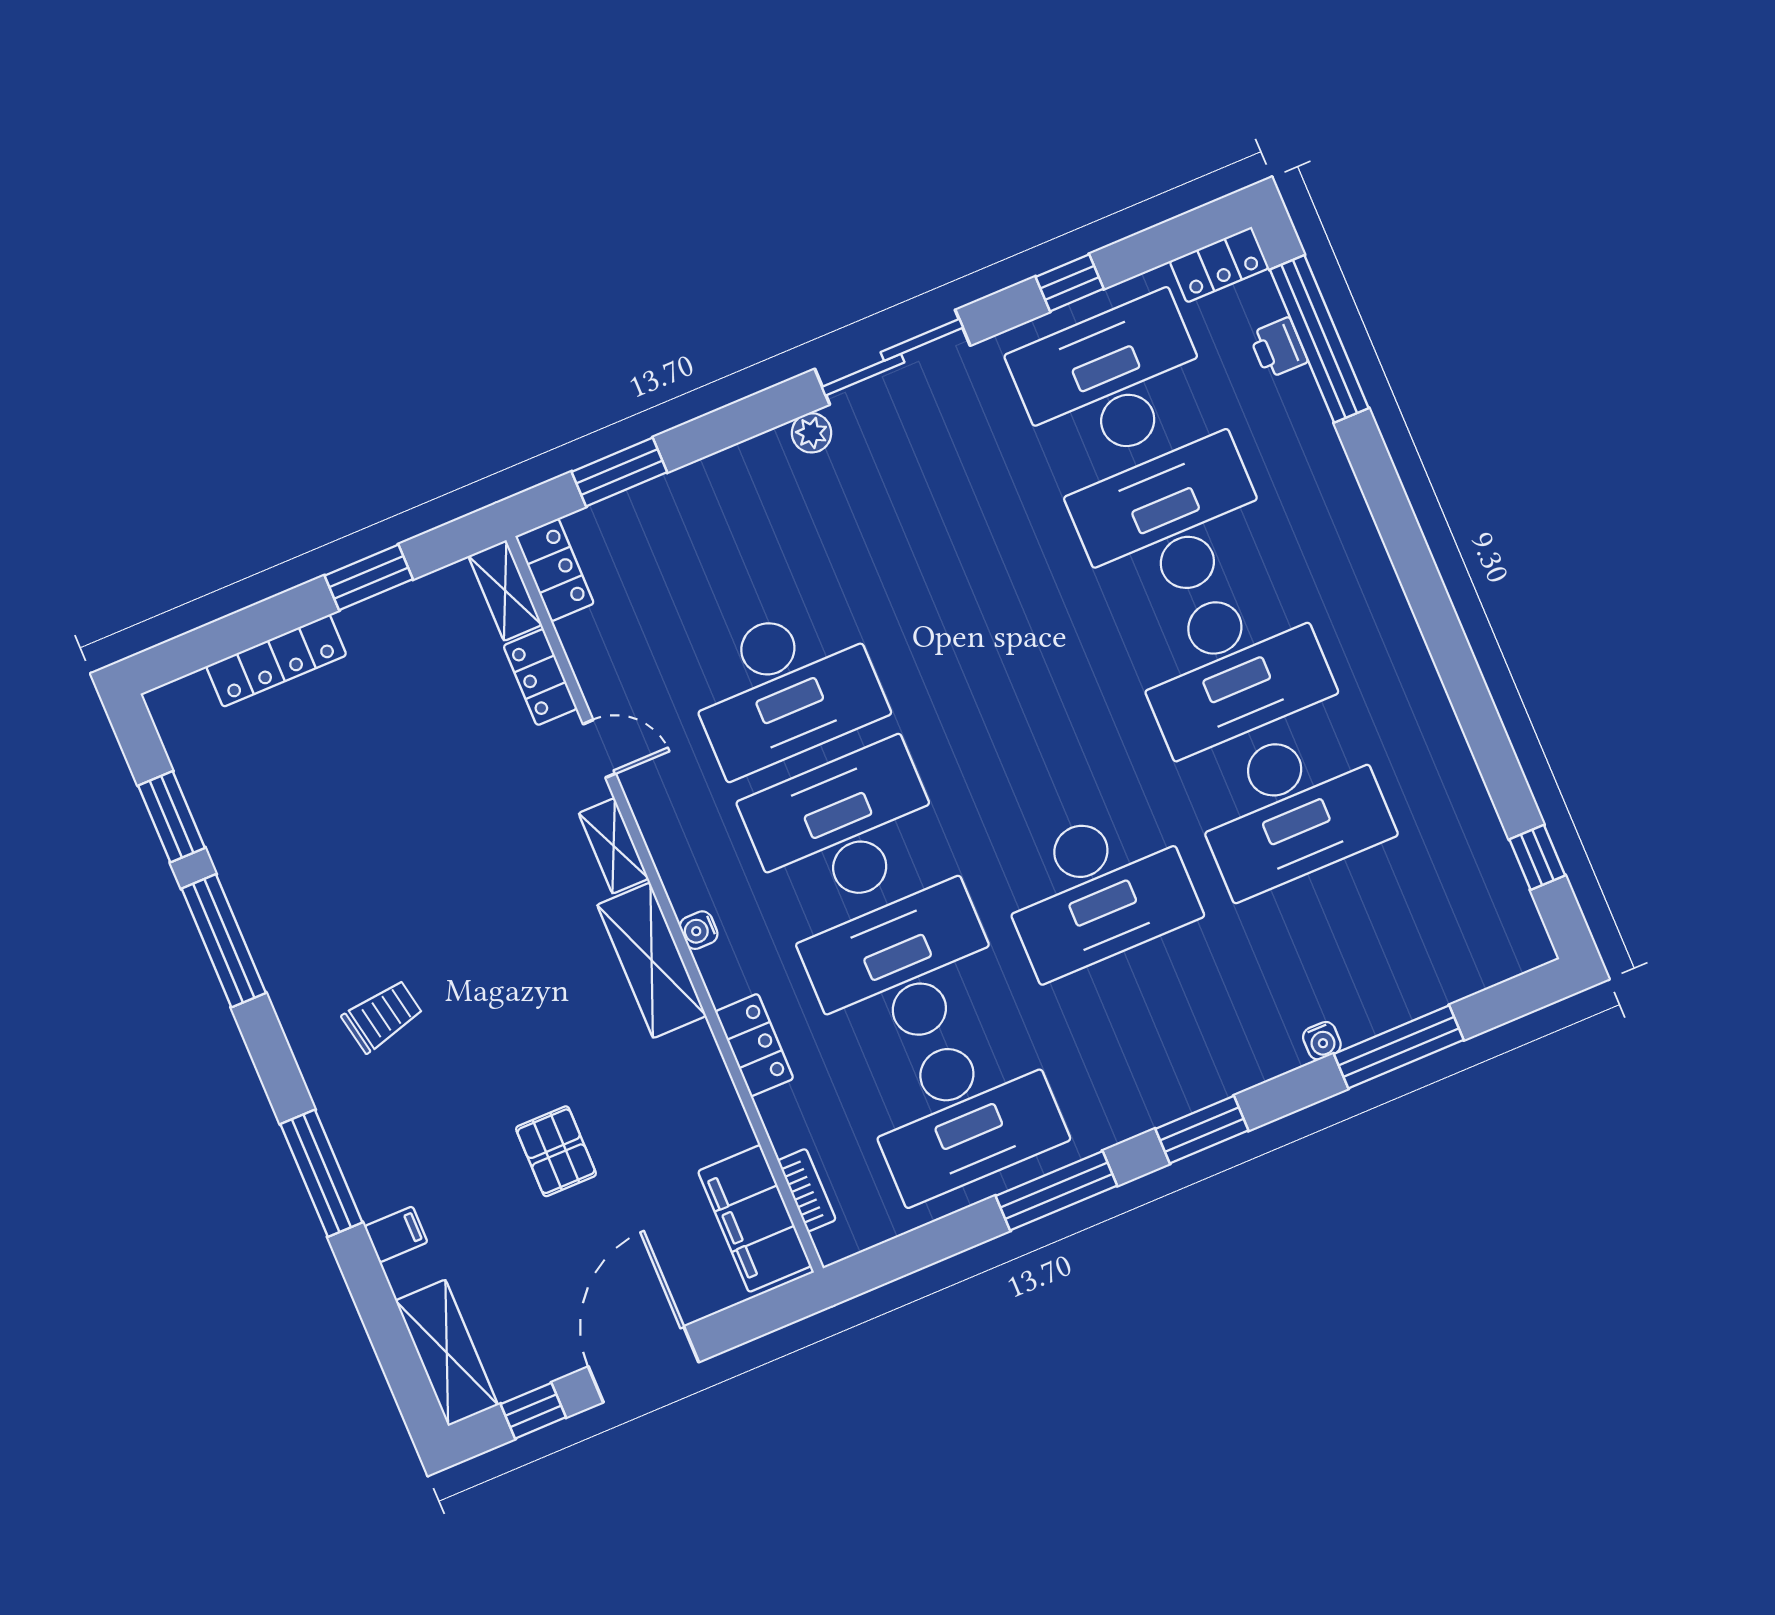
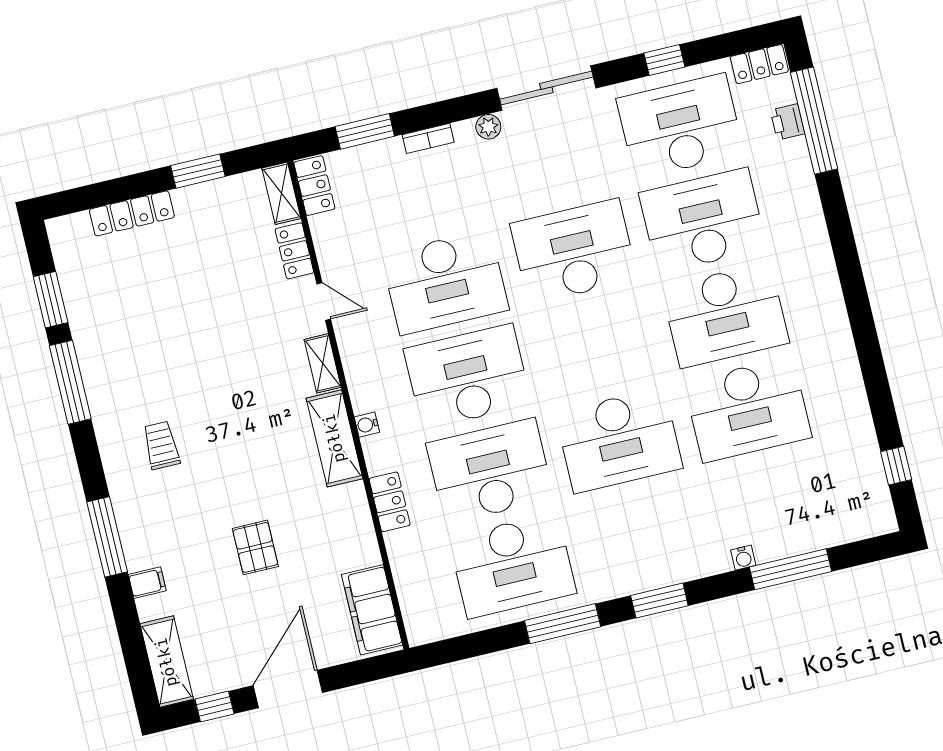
desk: (978, 606) -> (574, 251), added
trolley: (382, 1016) -> (161, 445), turned -79
bookcase: (807, 1190) -> (428, 138), moved, turned 90

